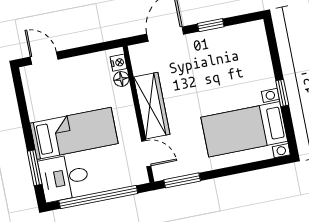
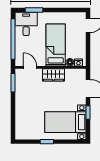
wardrobe: (152, 106) -> (54, 75), width x0.67
bed with nightstands: (244, 129) -> (65, 122), moved, turned -90
bed: (74, 133) -> (56, 45), moved, turned 180
door: (146, 154) -> (30, 67), swing flipped

